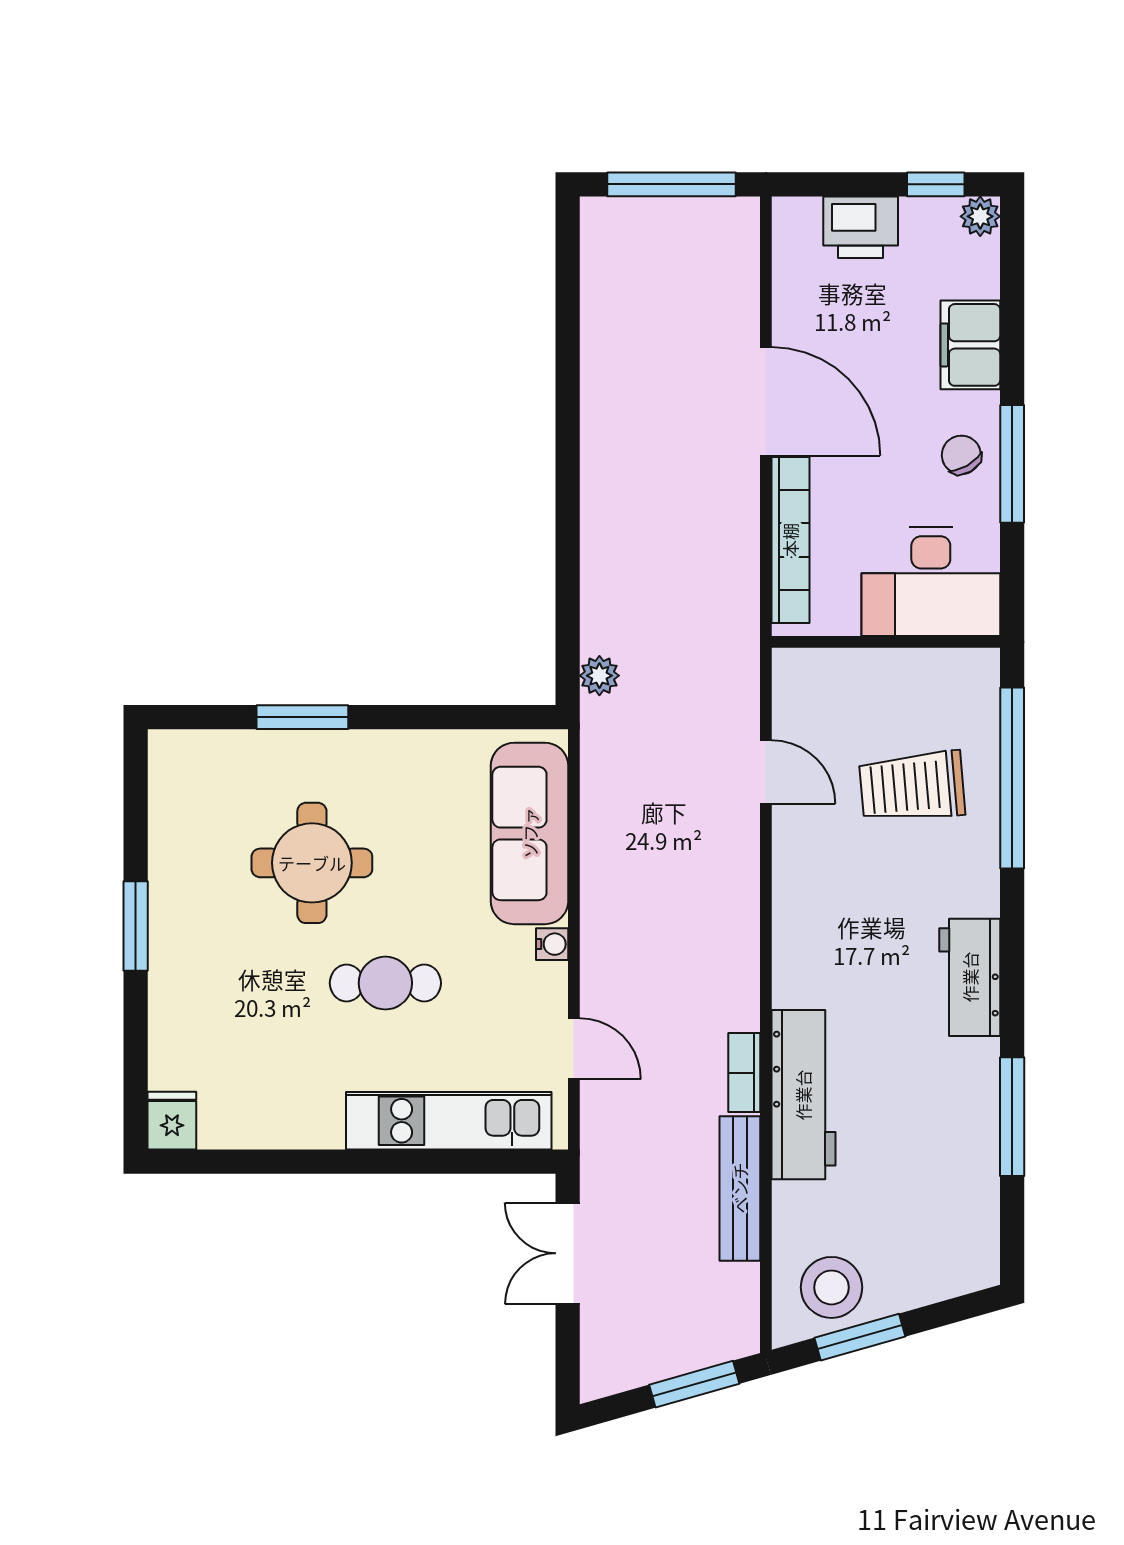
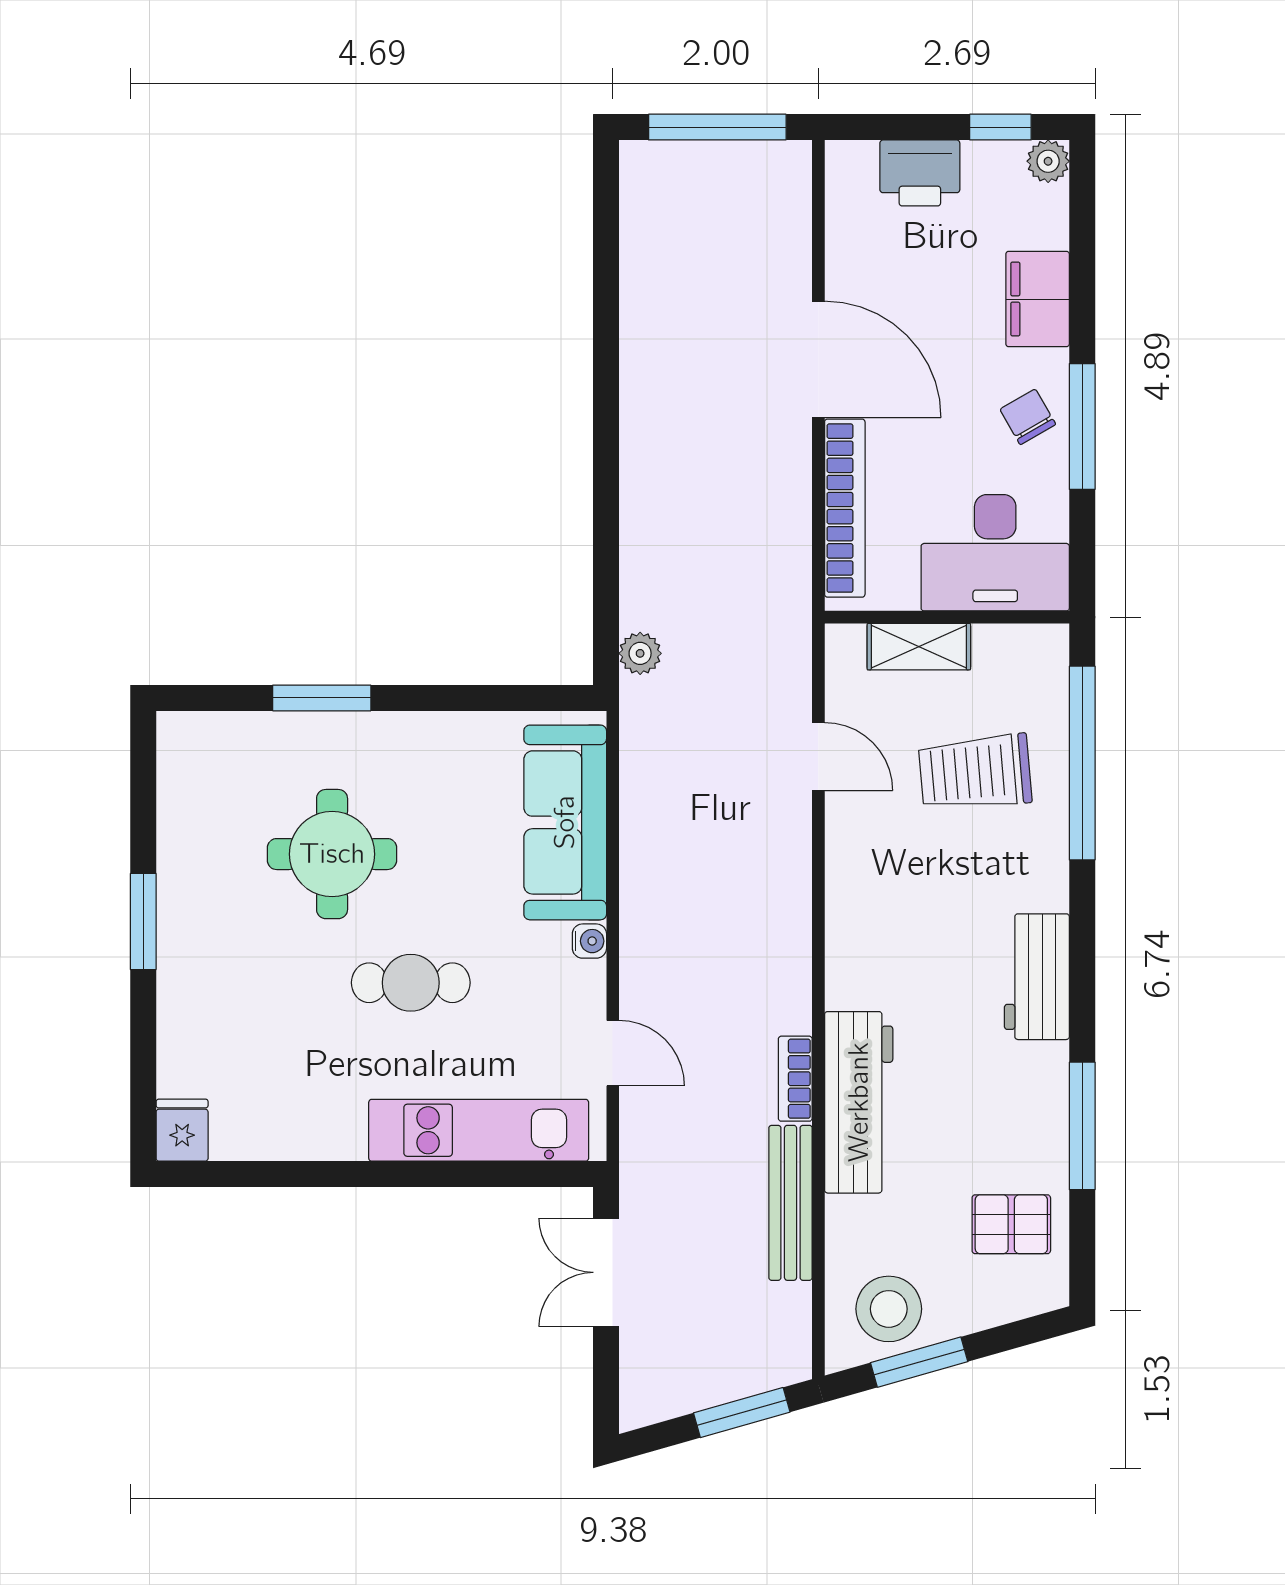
shelving: (860, 669) -> (919, 647), added
pallet: (946, 1208) -> (1011, 1224), added

